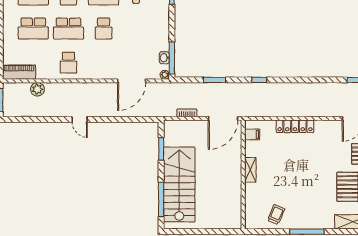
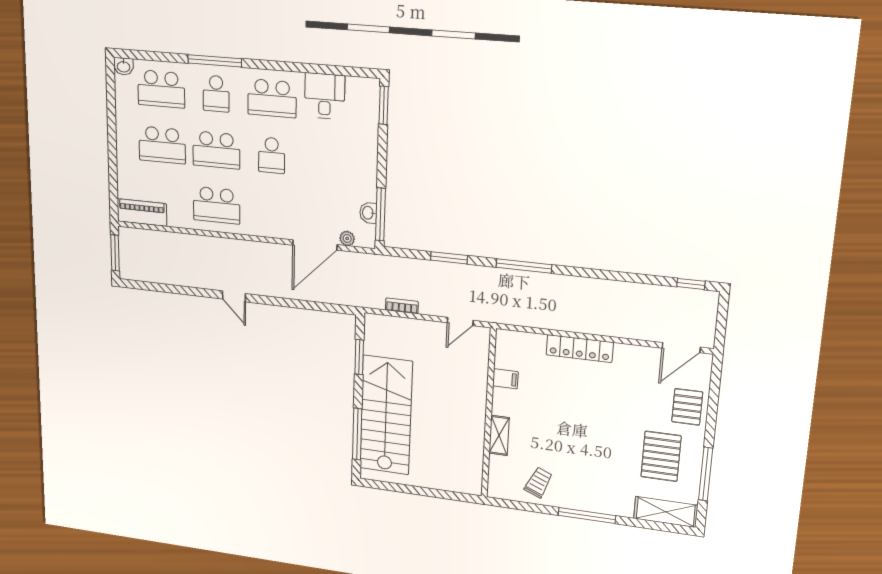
school desk: (68, 63) -> (217, 205), width x1.85
plant: (165, 75) -> (347, 238), moved
window: (259, 80) -> (524, 266), width x2.17
plant: (37, 89) -> (170, 242), removed
door: (223, 118) -> (460, 322), width x0.53
filing cabinet: (252, 134) -> (505, 379), moved
shelving: (250, 170) -> (499, 435), moved

